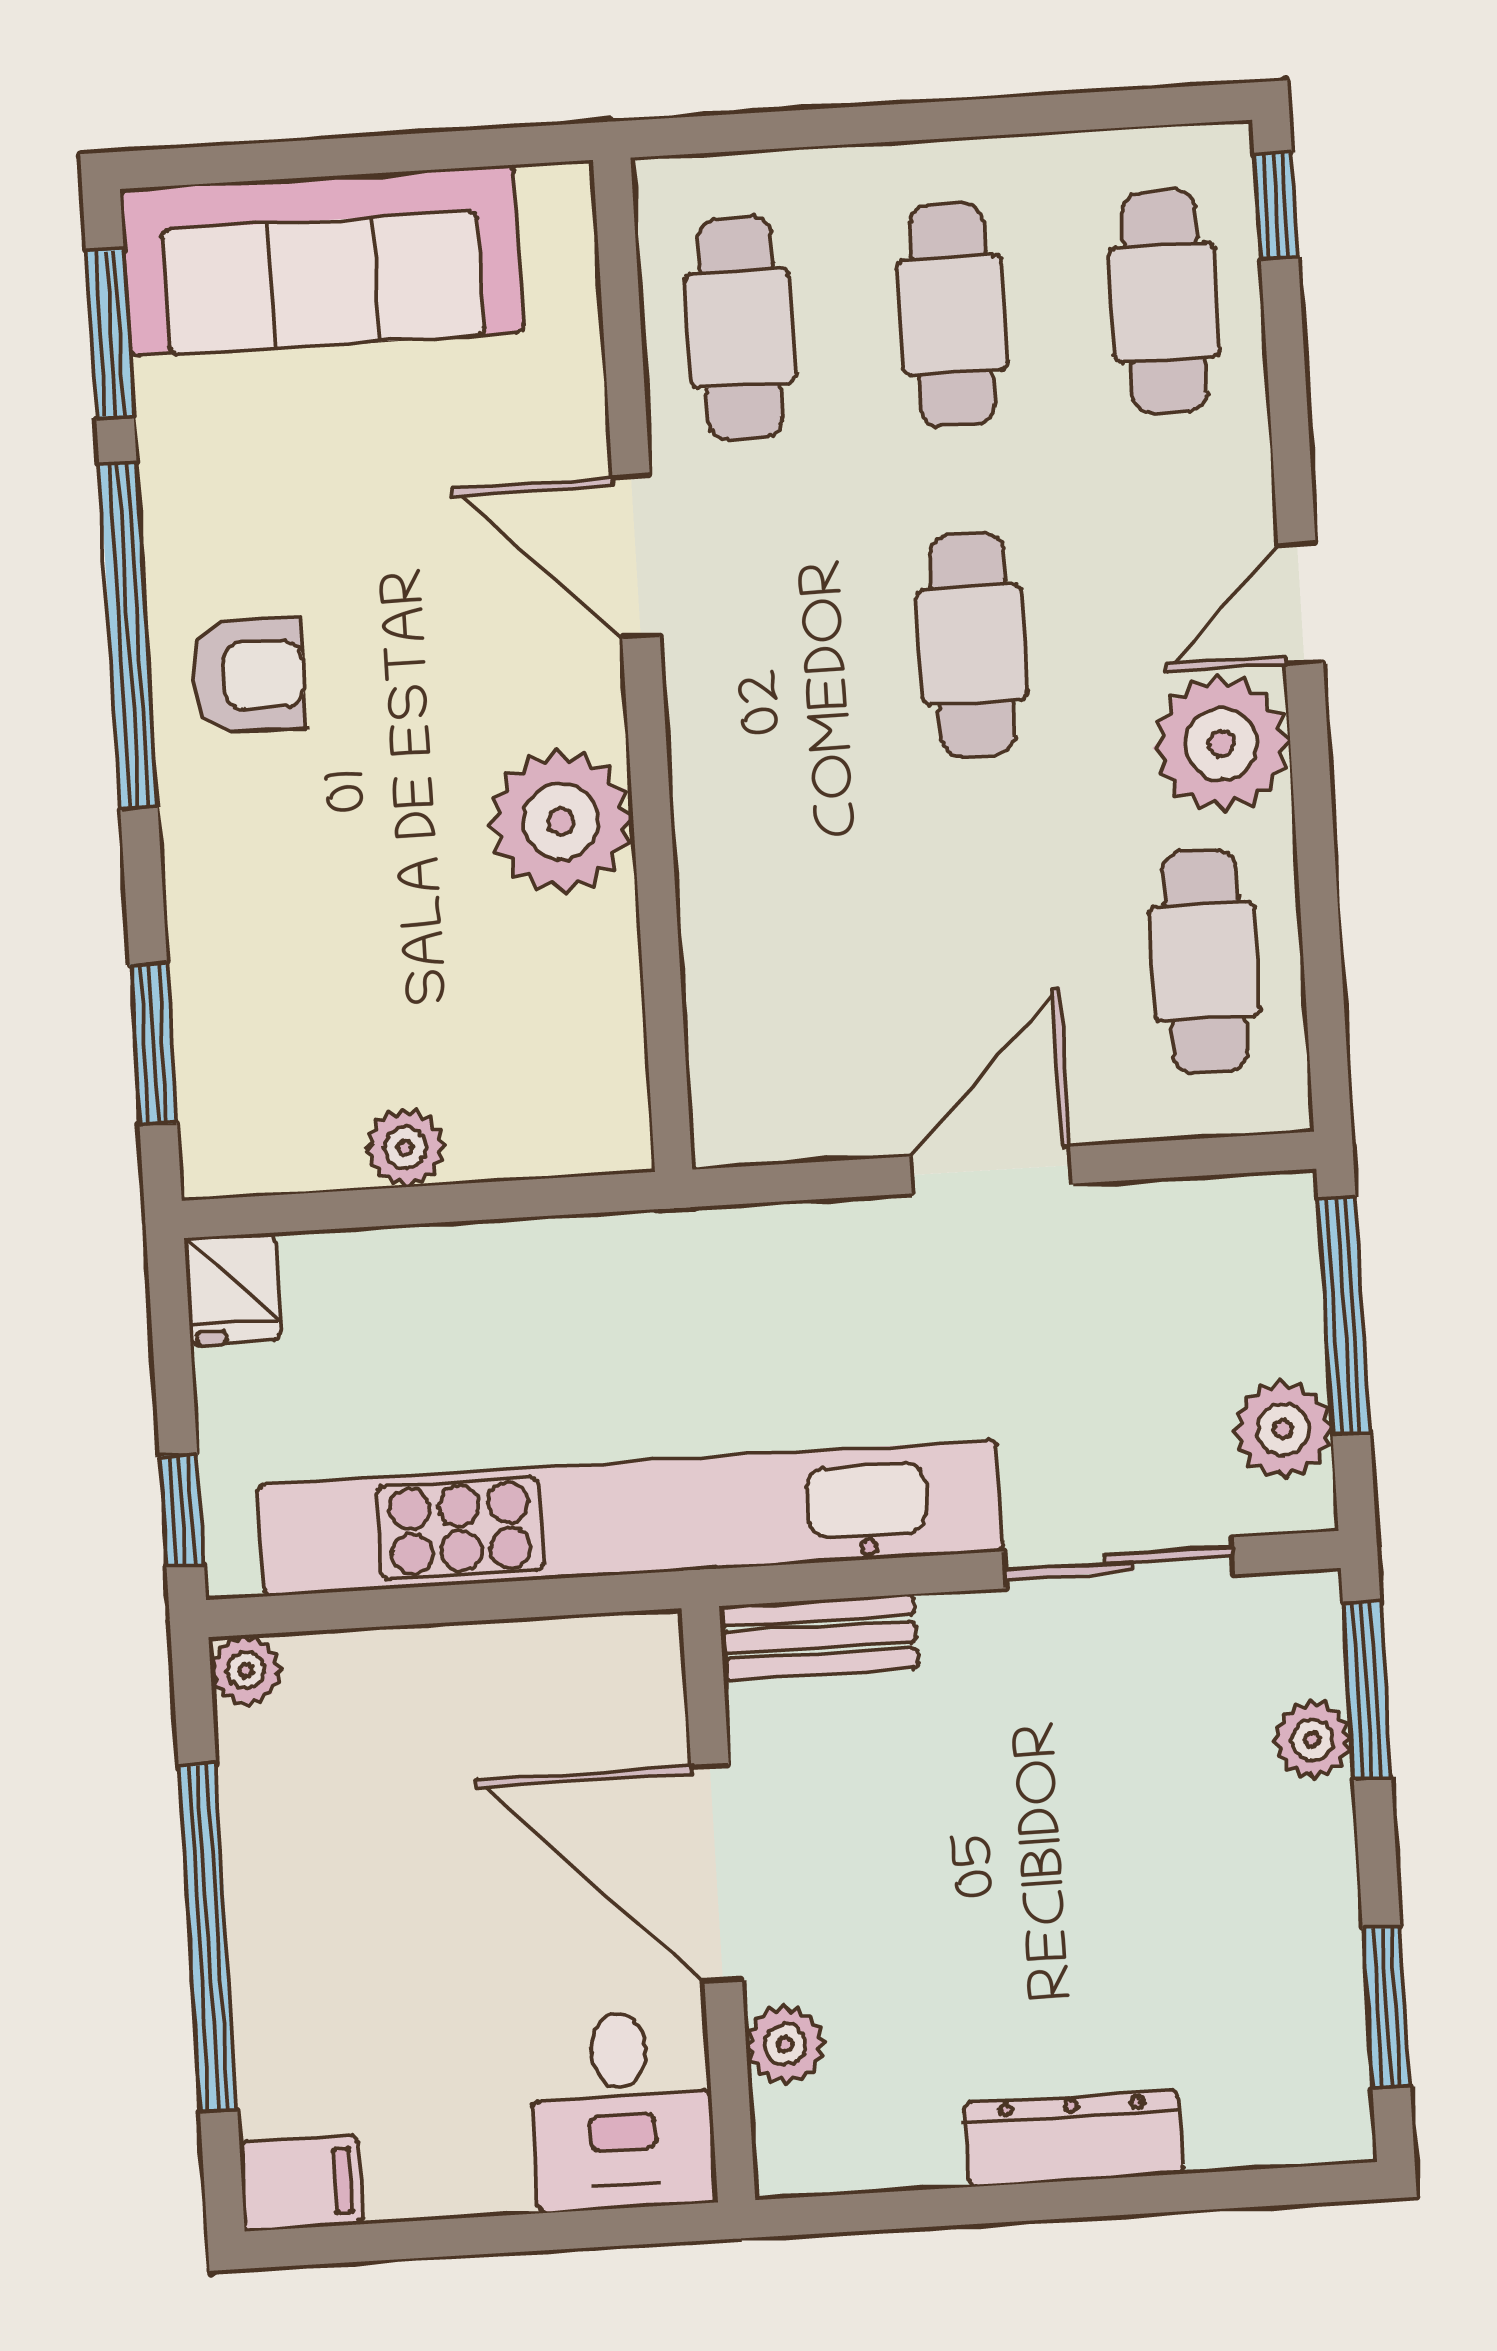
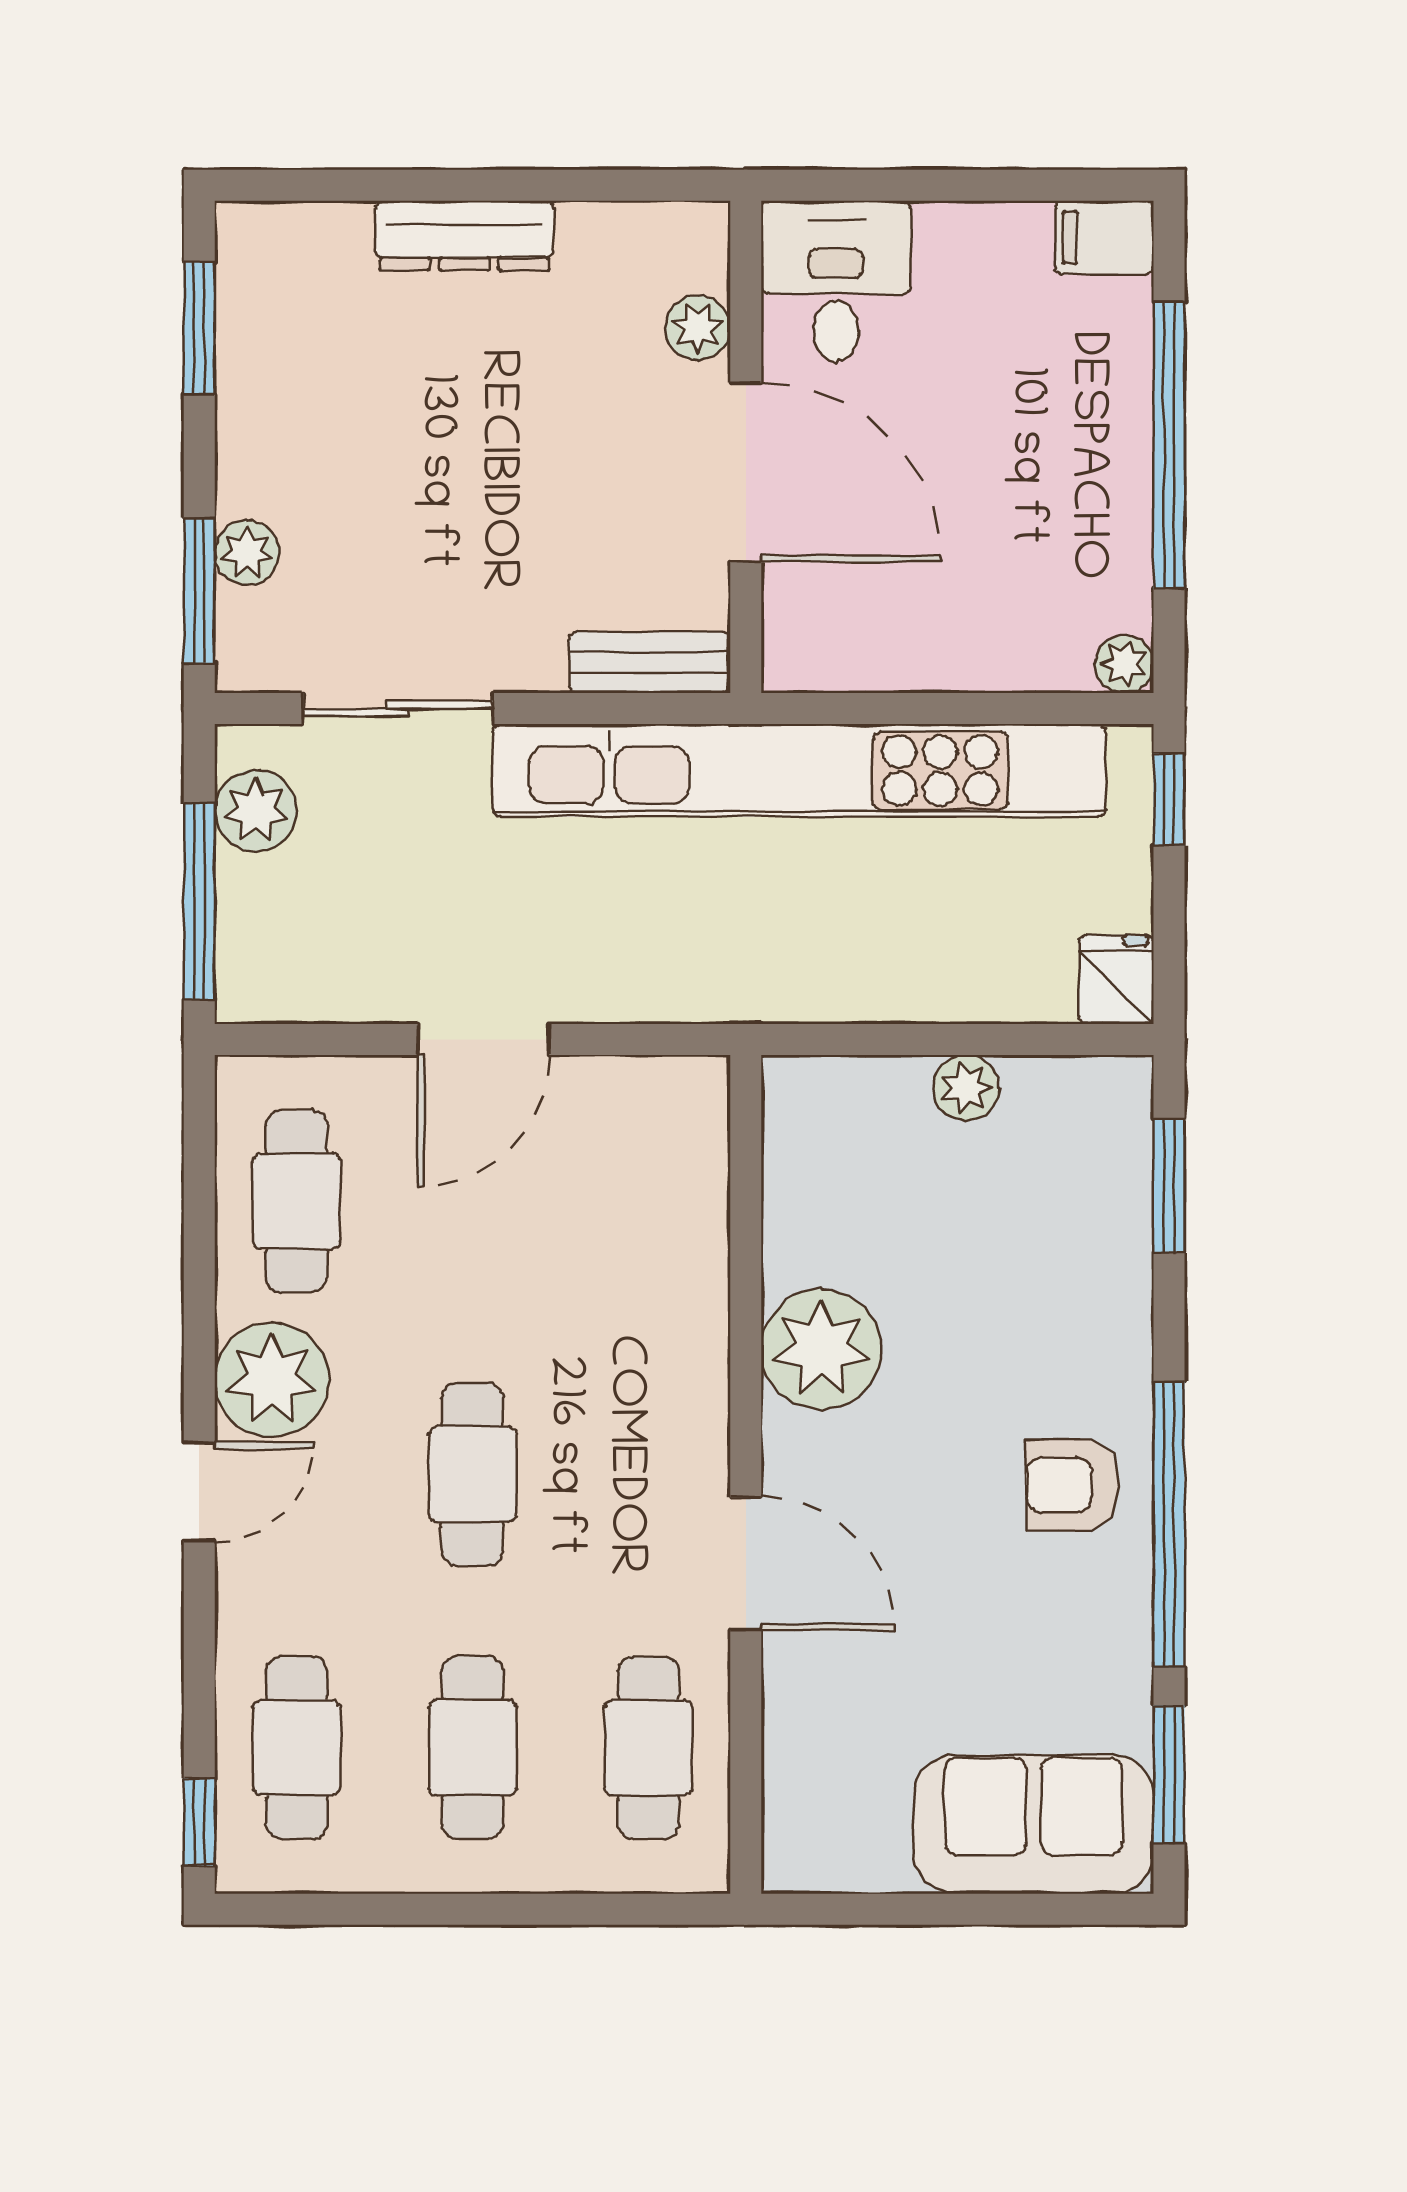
sofa: (322, 261) -> (1034, 1824), width x0.73

